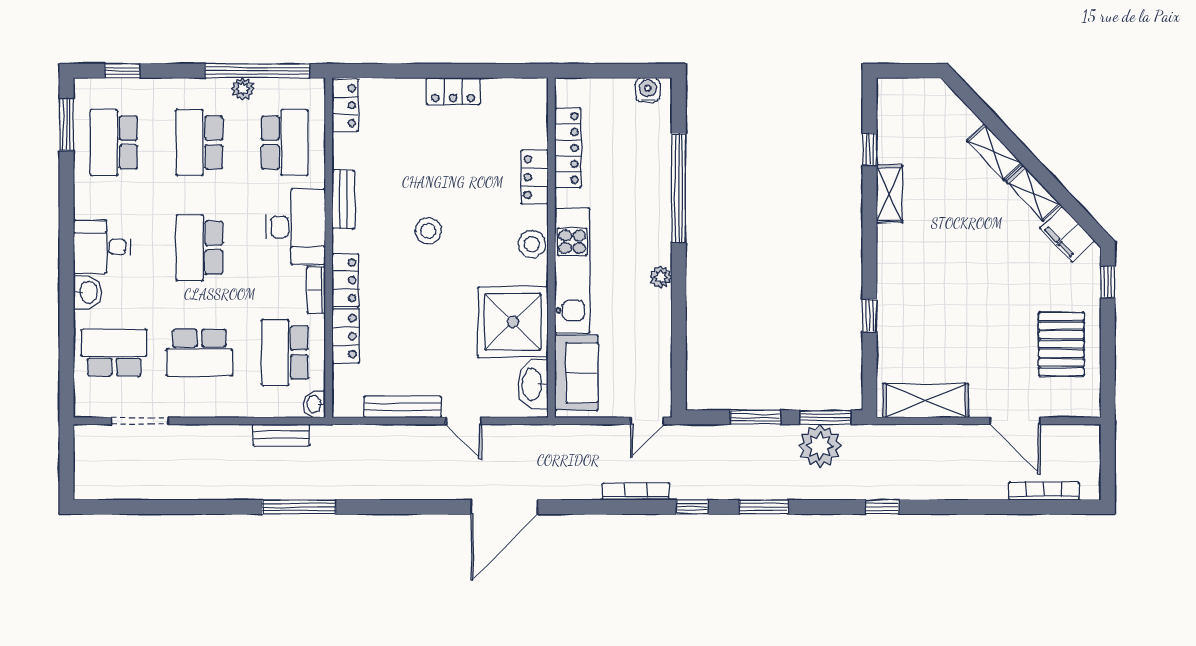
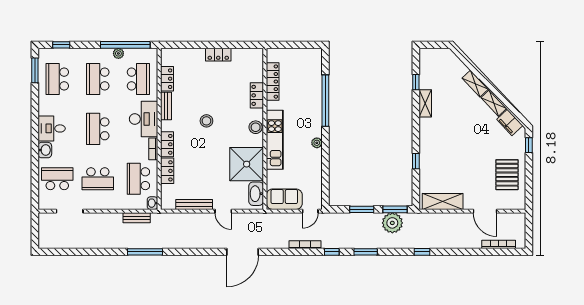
water cooler: (648, 90) -> (311, 54), removed
locker: (345, 105) -> (167, 79), moved
sofa: (576, 373) -> (284, 199), moved, turned -90

